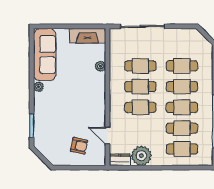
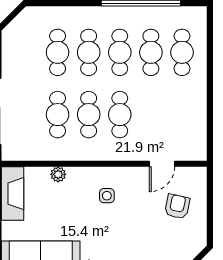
side table: (86, 99) -> (107, 196), added
plant: (141, 156) -> (192, 113), removed
dresser: (120, 160) -> (198, 145), removed

